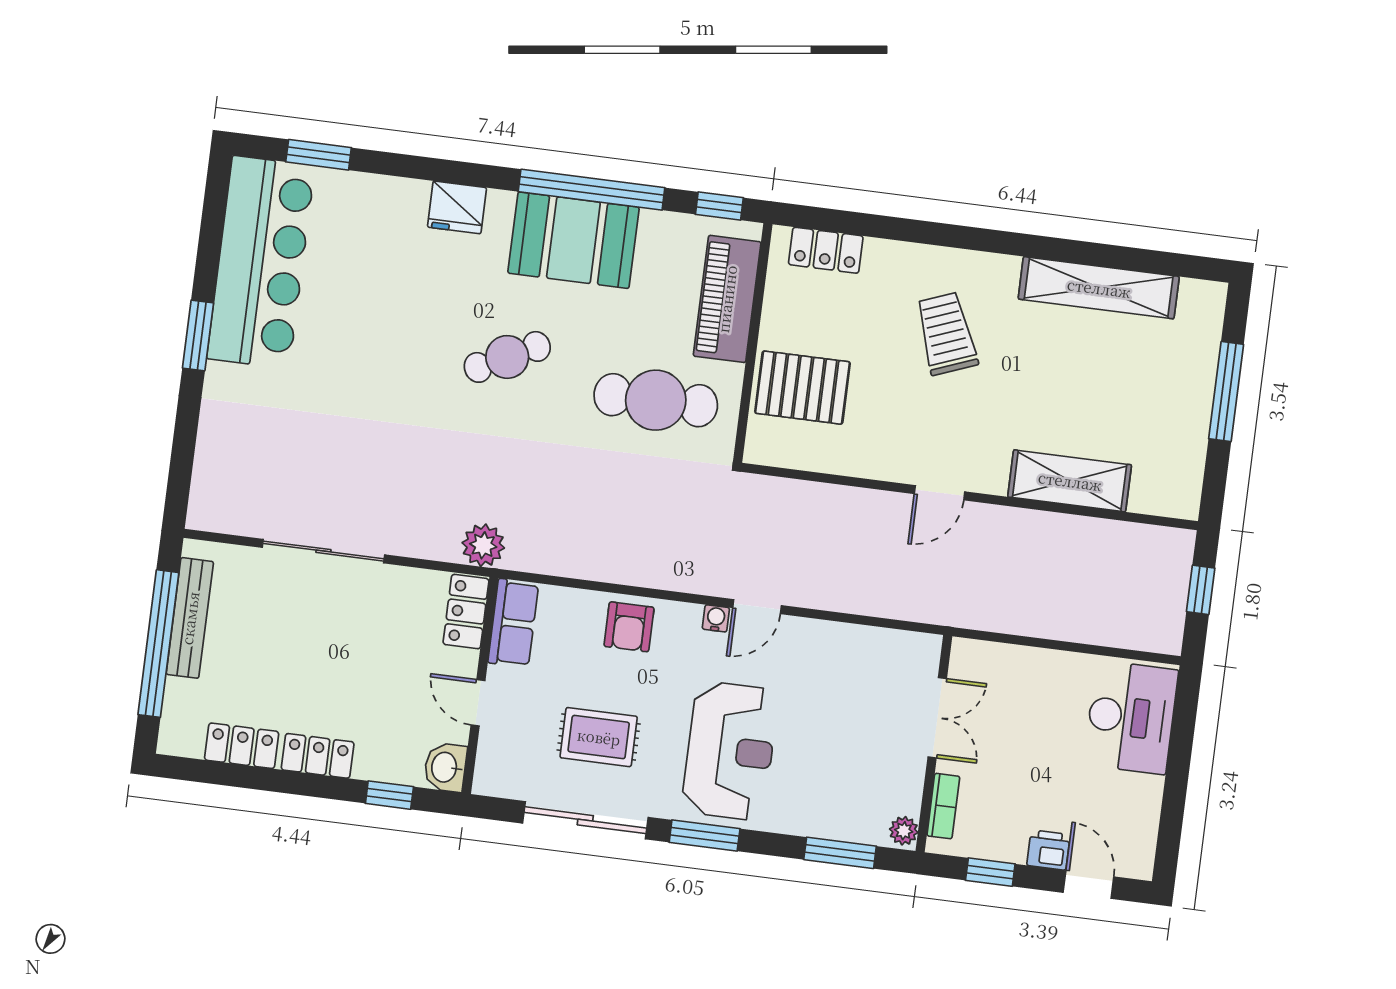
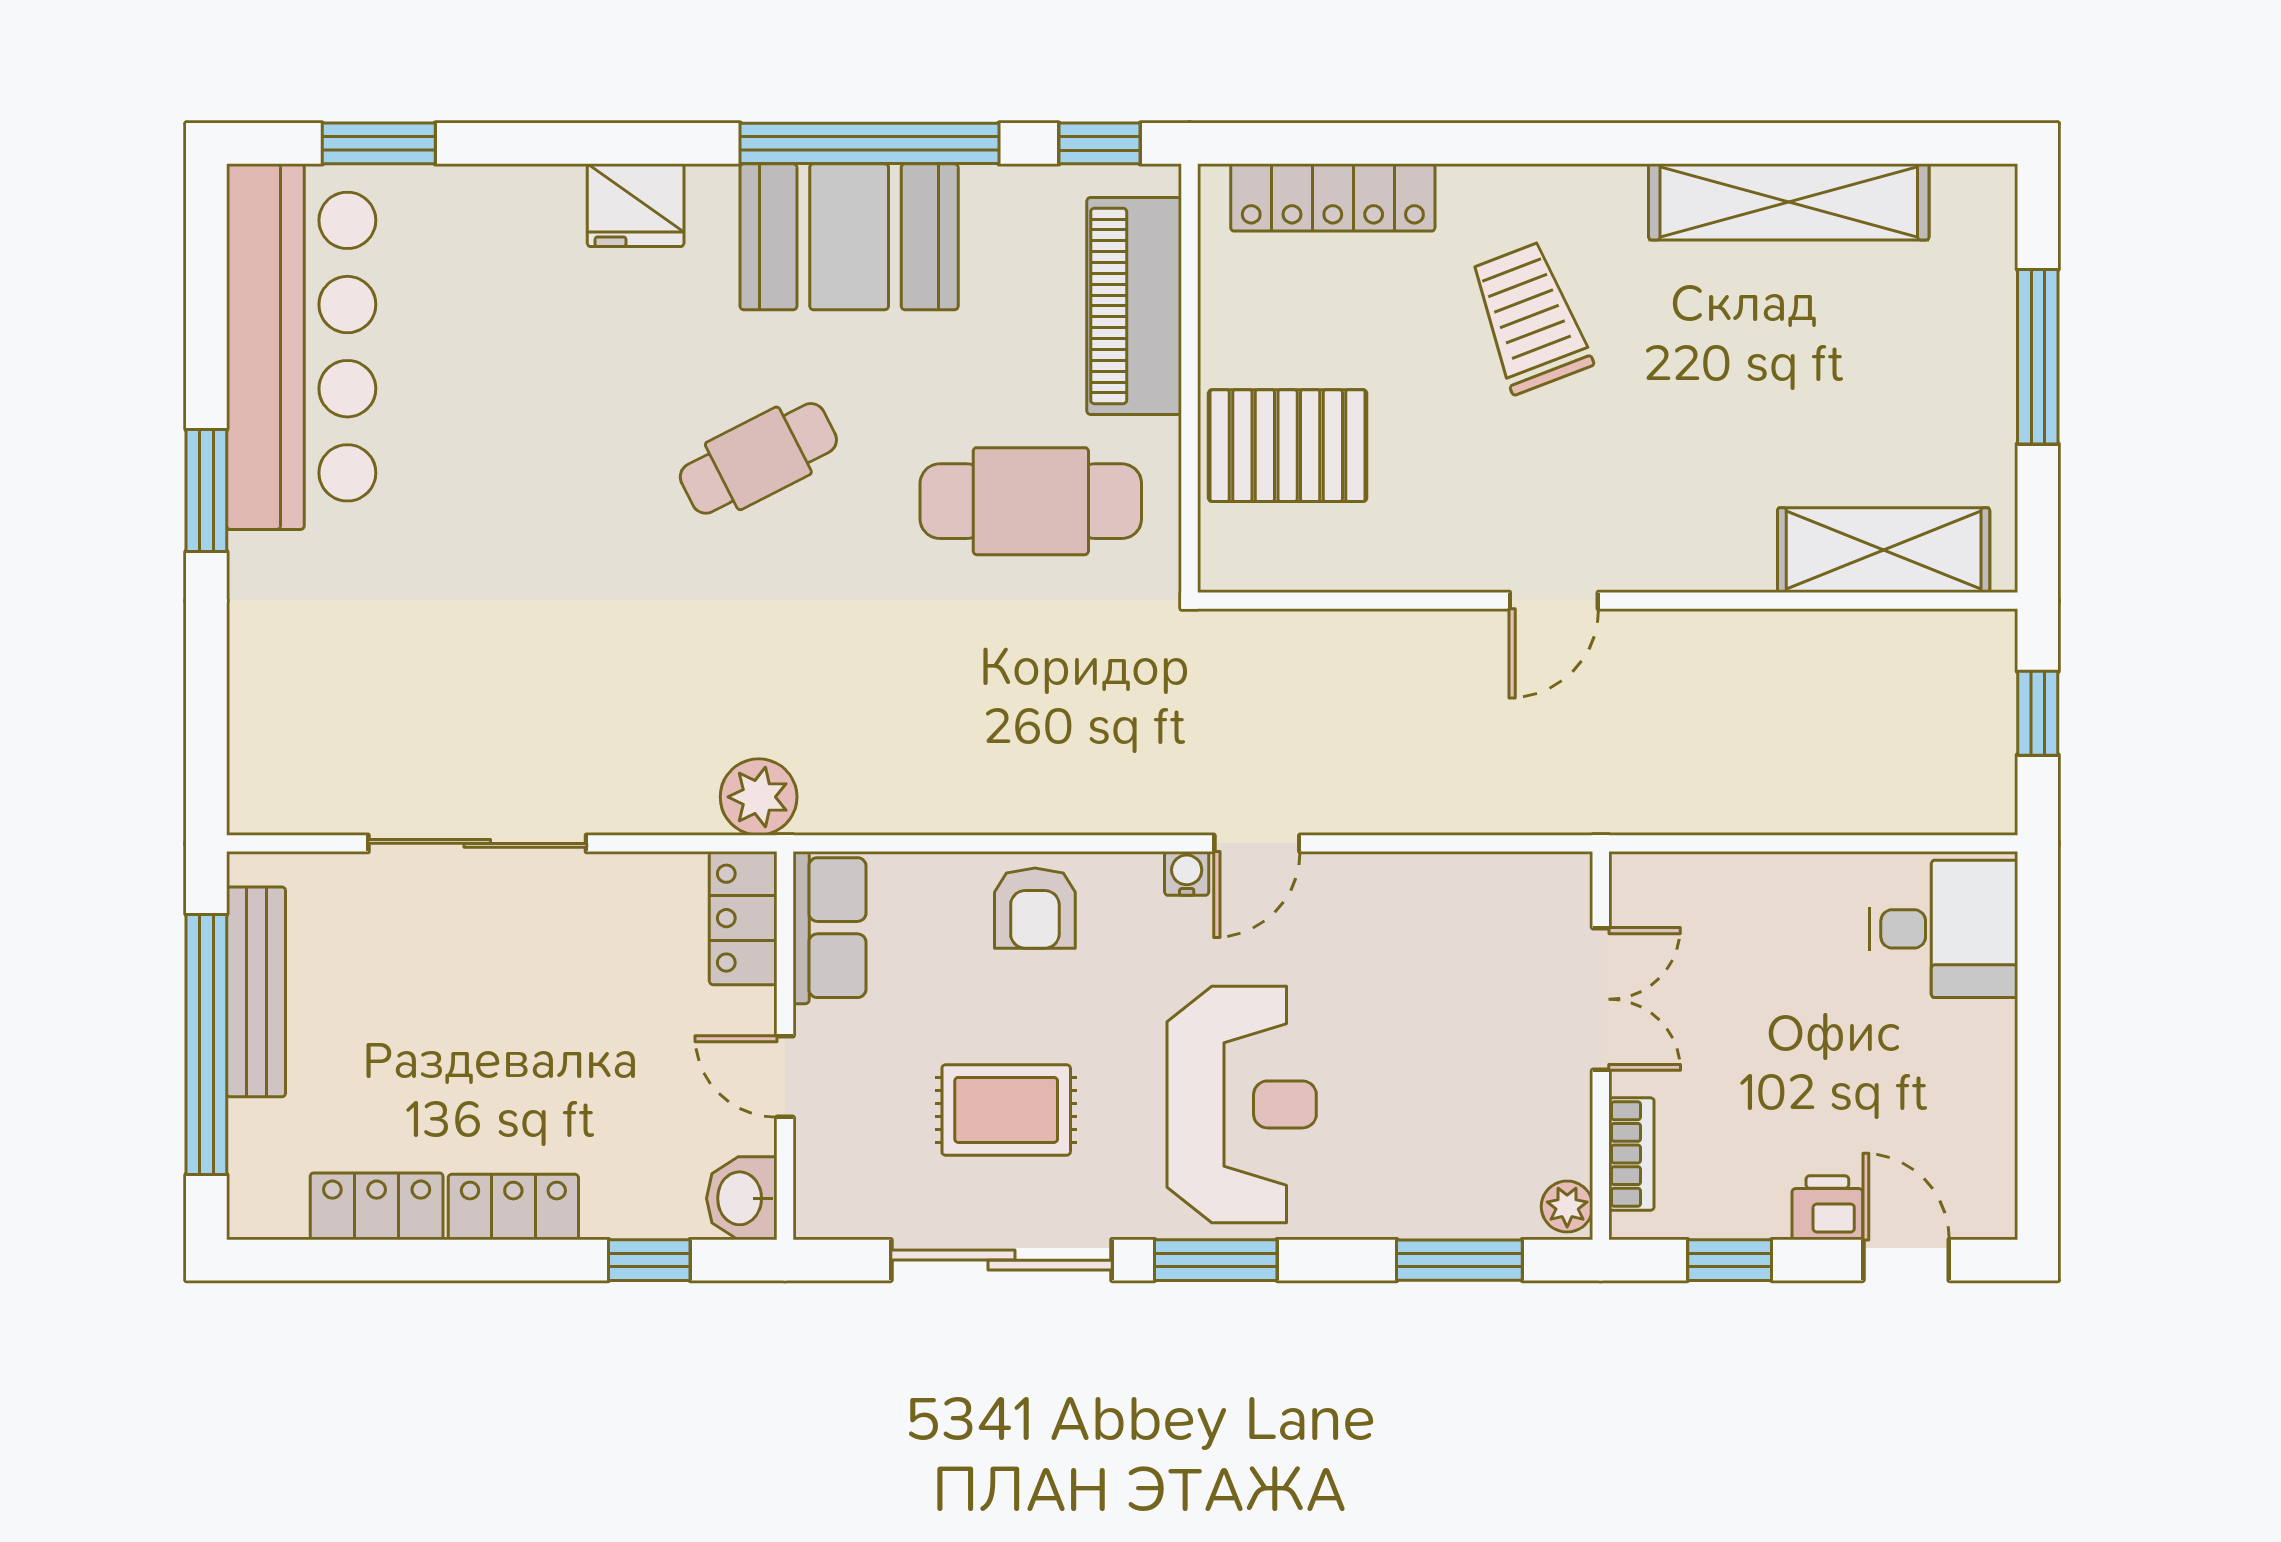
locker: (826, 250) -> (1333, 197), width x1.53
shelving: (1070, 481) -> (1884, 550), moved
desk: (1131, 717) -> (1943, 929), width x0.73

